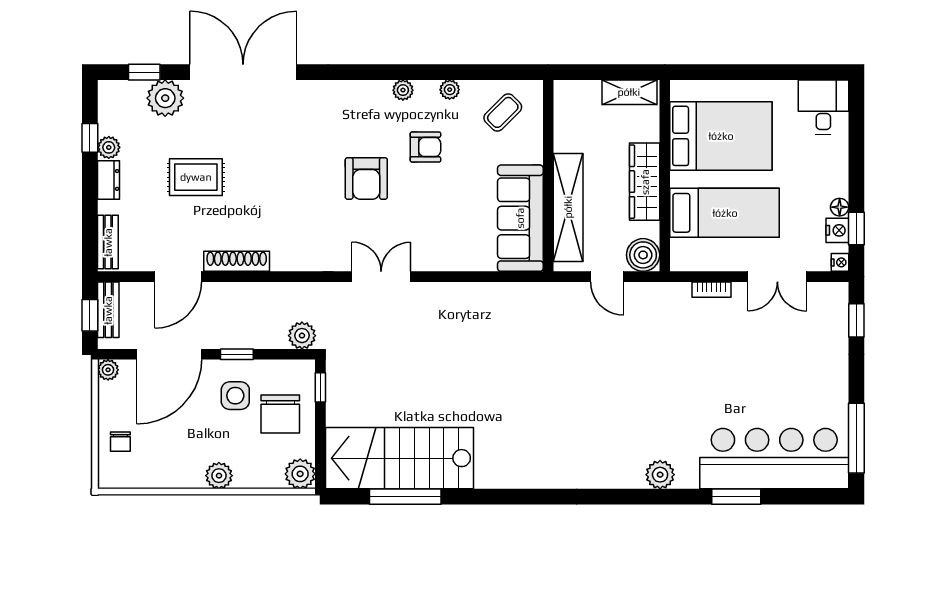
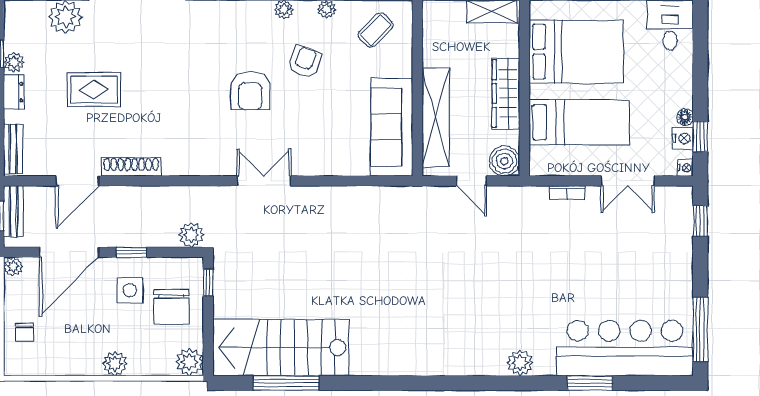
armchair: (425, 147) -> (305, 62), turned -70

